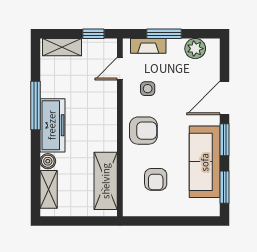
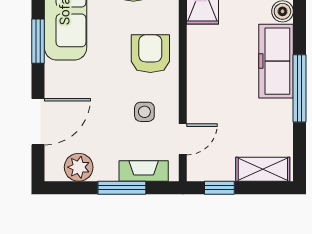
door: (225, 98) -> (38, 122), moved
armchair: (143, 131) -> (150, 54), turned 90

